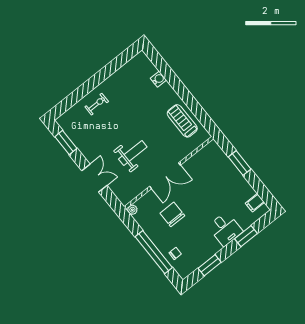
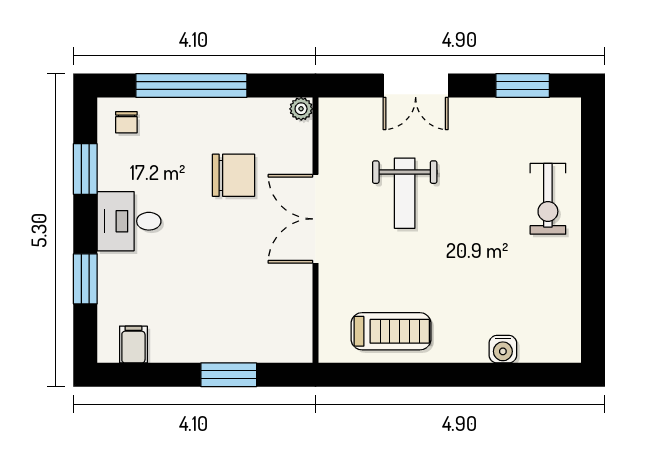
exercise bike: (97, 104) -> (548, 199), width x1.38, depth x1.39
desk: (225, 229) -> (129, 221), moved
chair: (175, 253) -> (126, 122), moved

